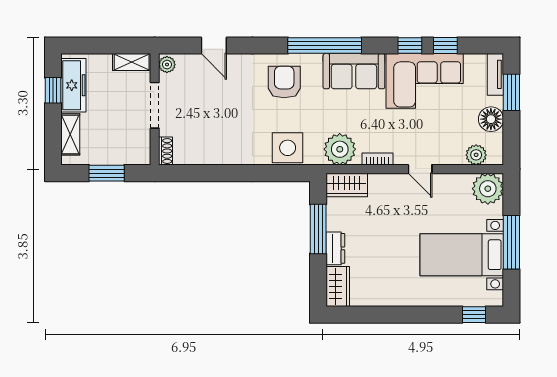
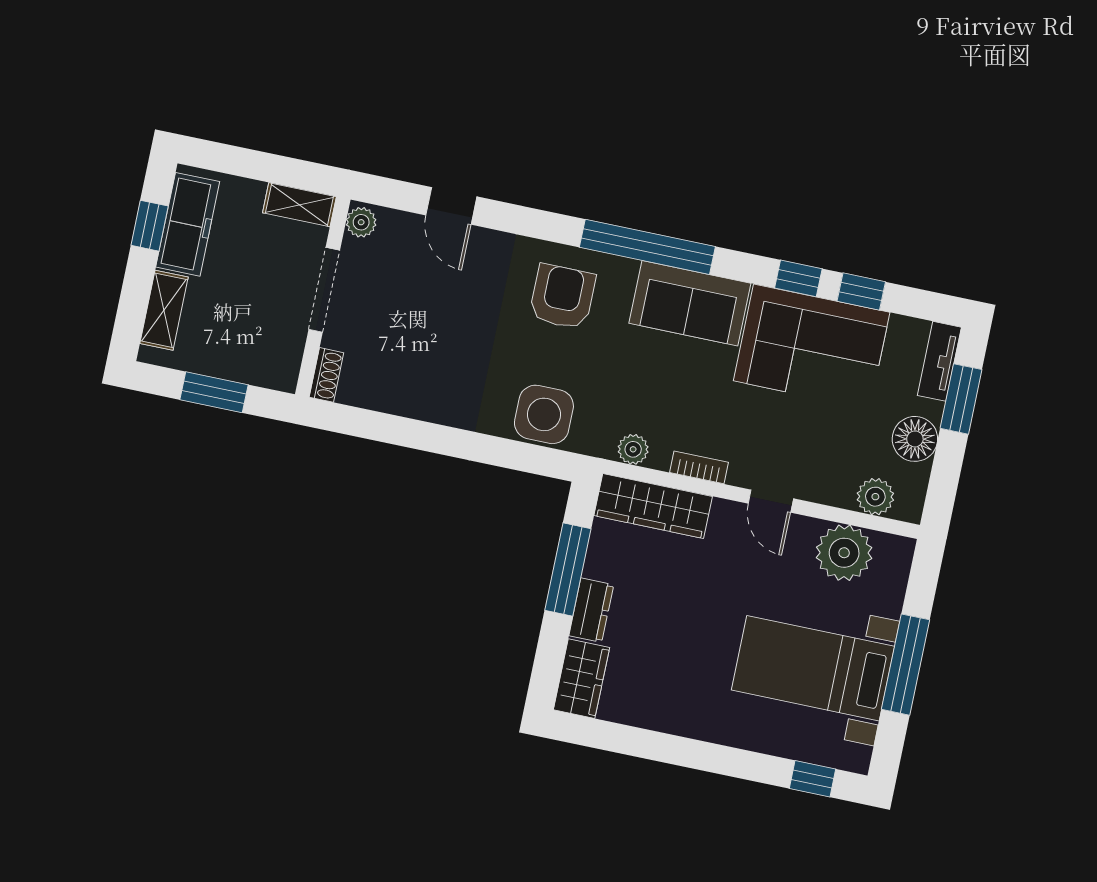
plant: (340, 149) -> (633, 449), width x0.53, depth x0.53
wardrobe: (347, 185) -> (653, 506), width x1.50
plant: (488, 189) -> (844, 553), moved

